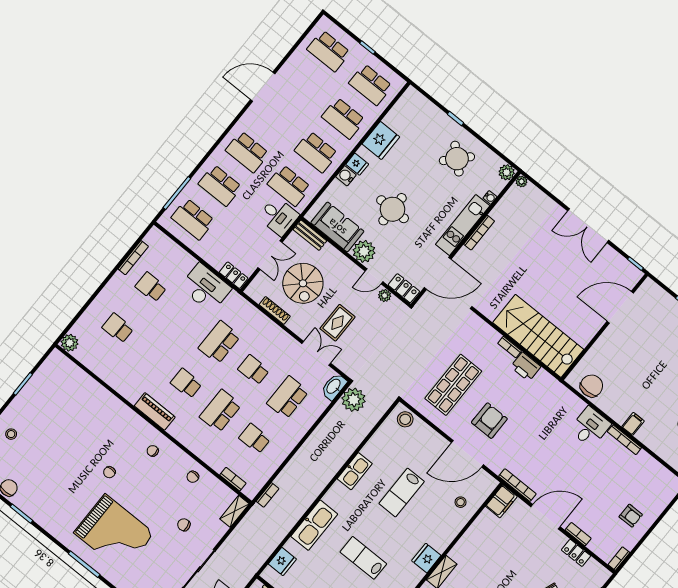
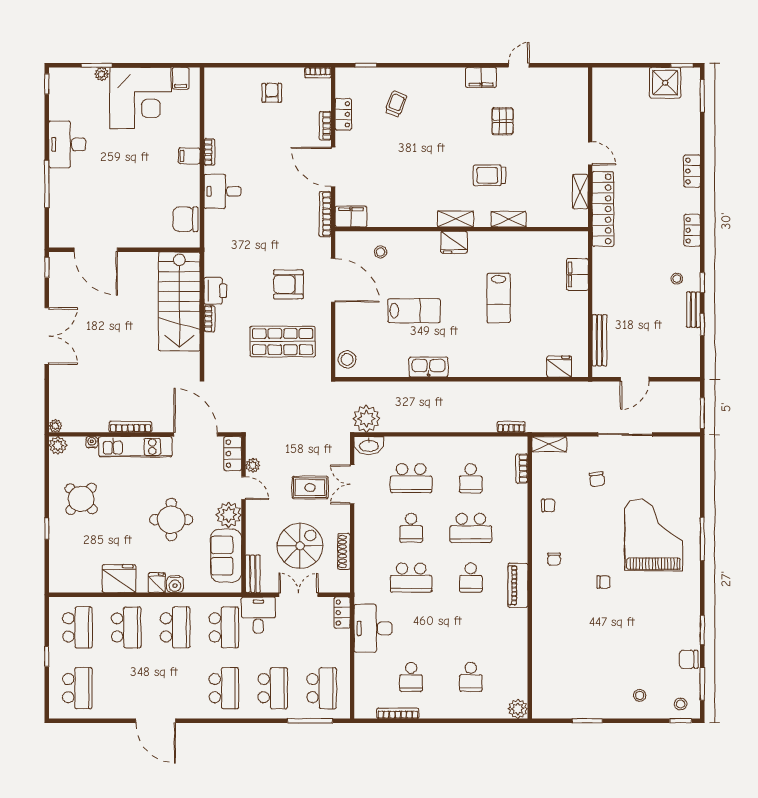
bookcase: (624, 440) -> (209, 152), width x0.64
kitchen sink: (314, 525) -> (505, 364), removed

